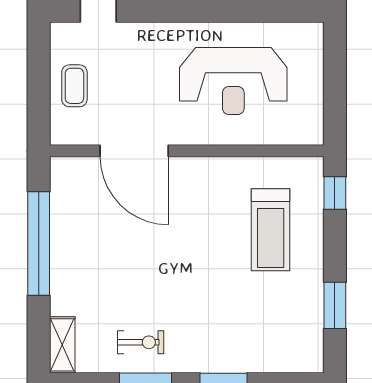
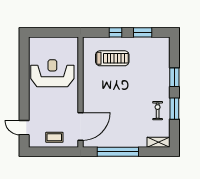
reception desk: (233, 81) -> (52, 73), turned -90
door: (134, 151) -> (80, 126), moved
window: (335, 193) -> (116, 32), moved

